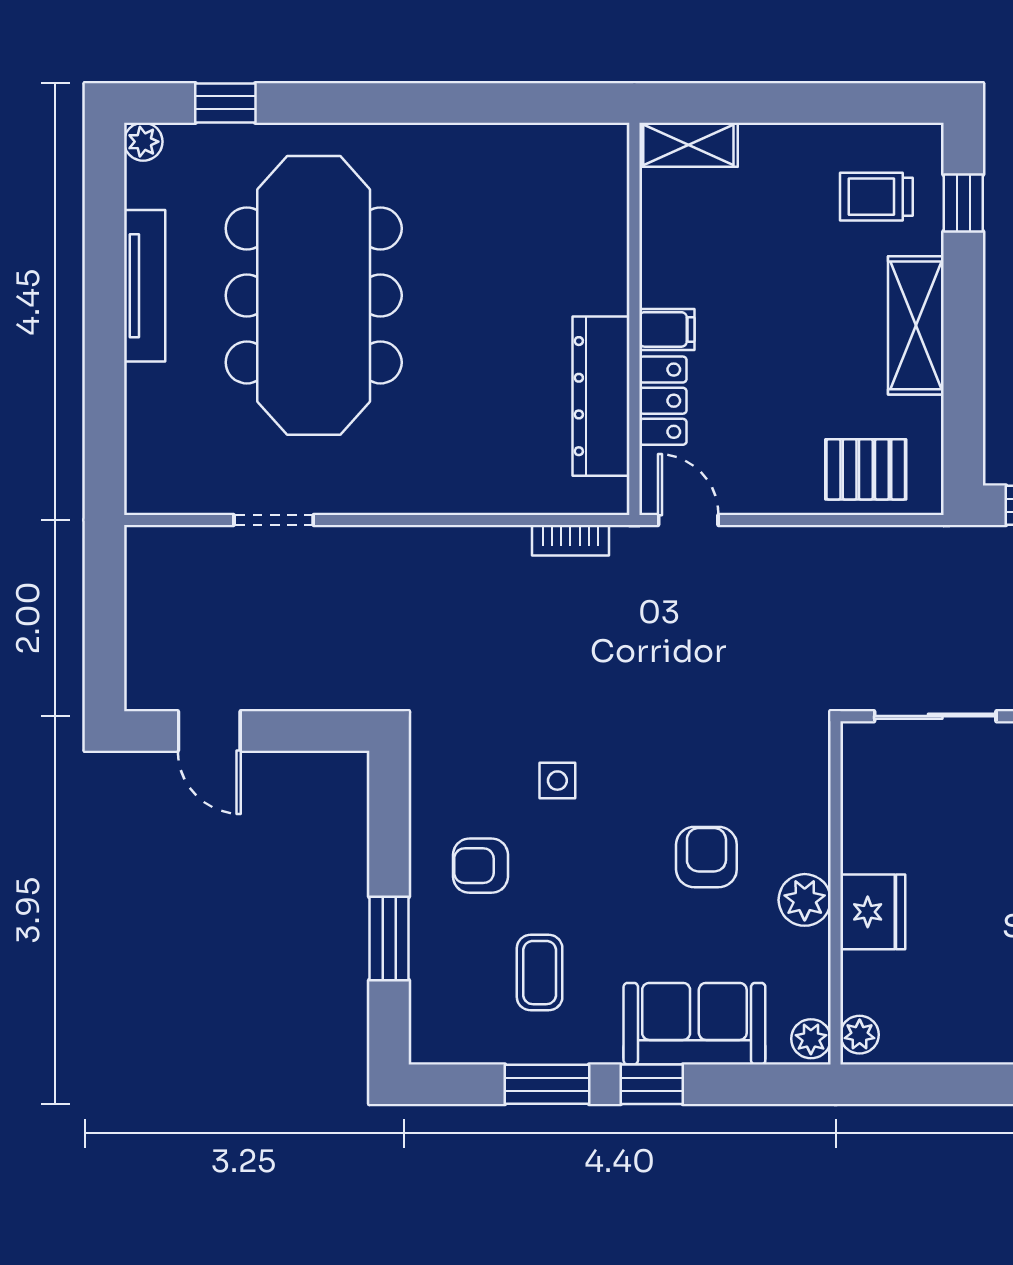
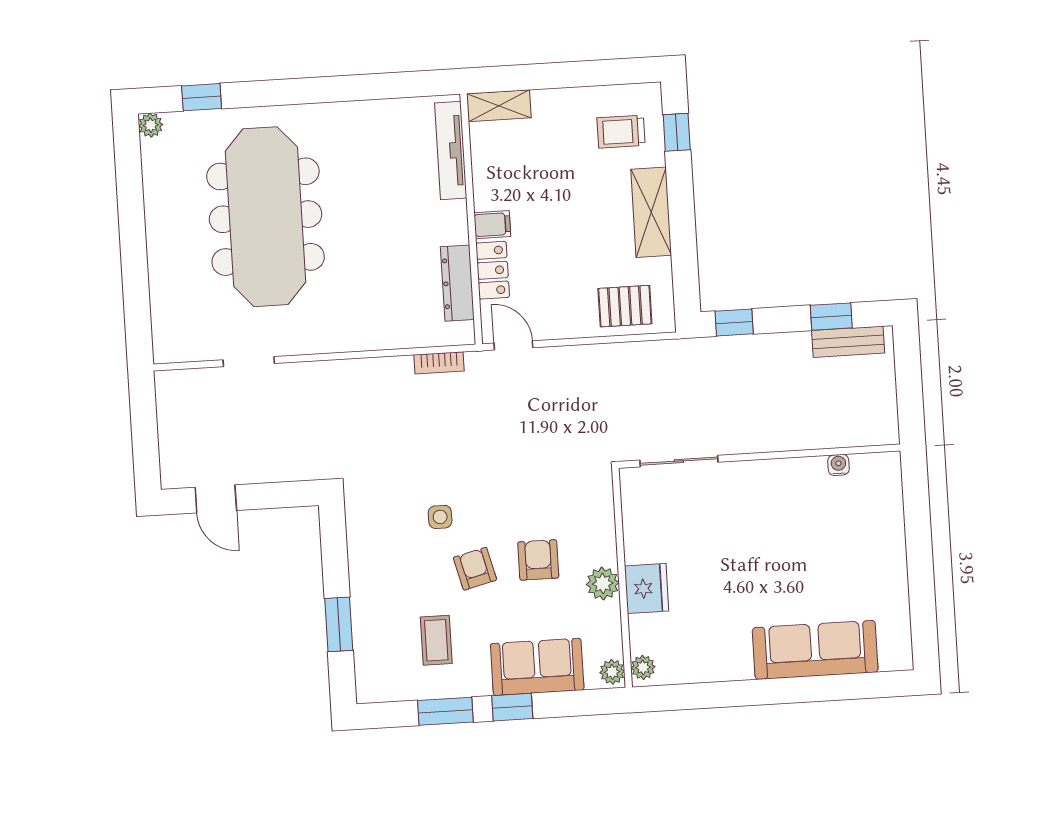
tv unit: (145, 286) -> (451, 151), moved, turned 180
dresser: (601, 396) -> (457, 283), width x0.73, depth x0.80
armchair: (480, 866) -> (475, 569), moved, turned 76

